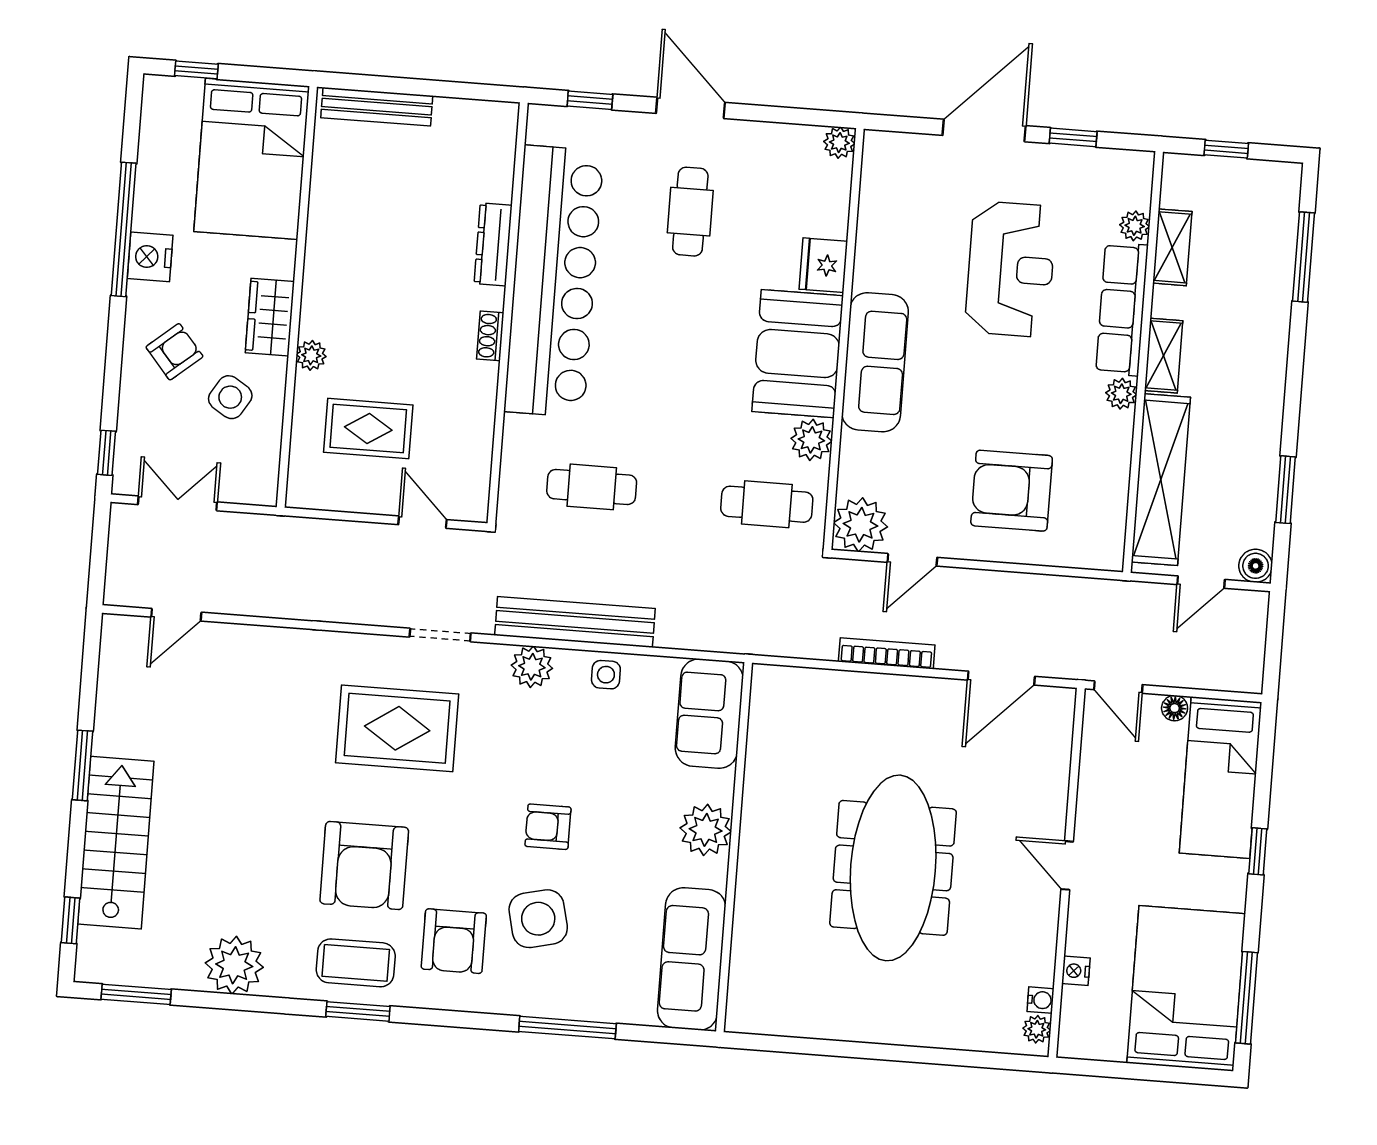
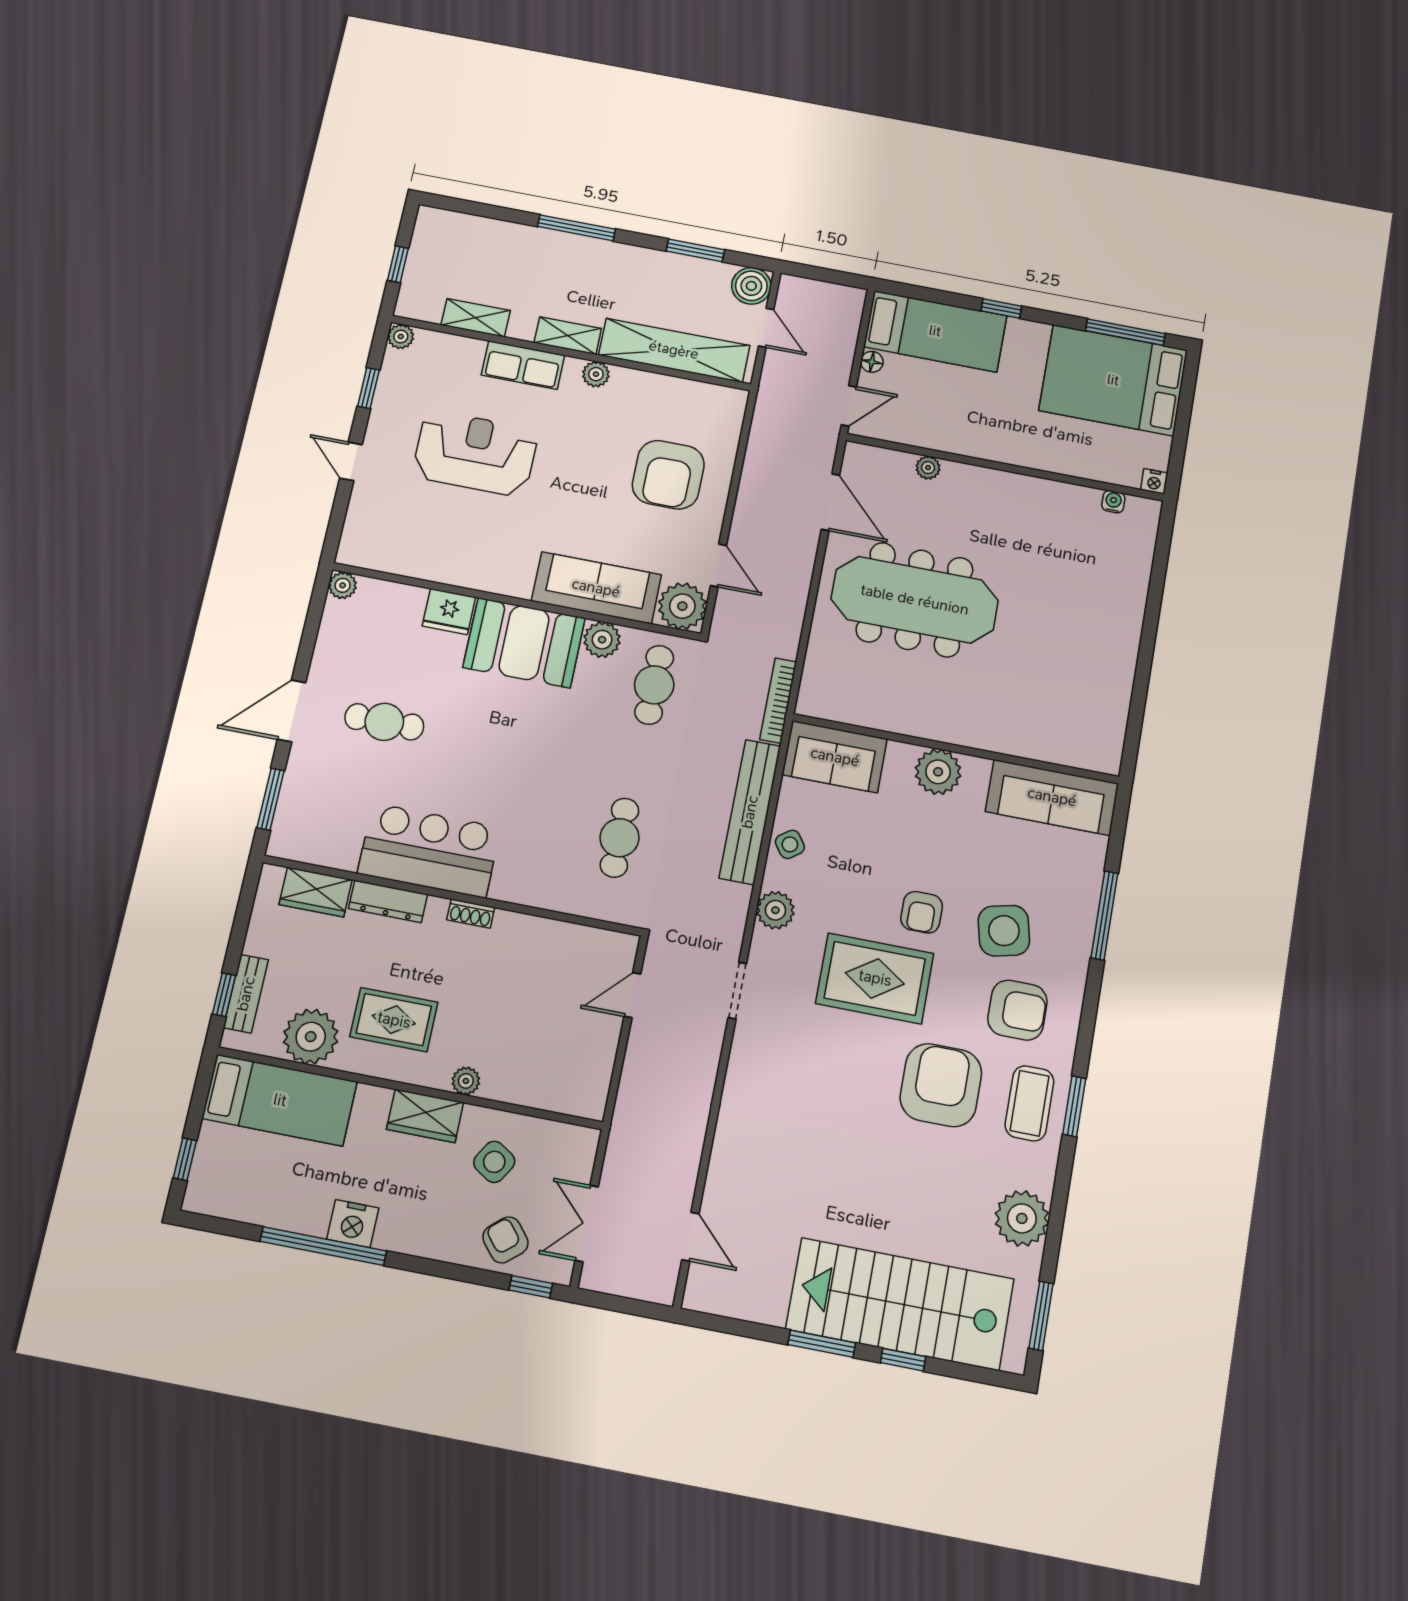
window: (373, 83) -> (224, 995), added
window: (590, 100) -> (271, 799), width x1.50
bench: (377, 107) -> (246, 994), width x0.73
door: (984, 131) -> (351, 461), width x0.53
bed: (252, 159) -> (280, 1100), width x0.67
wardrobe: (494, 165) -> (316, 892), added
plant: (339, 183) -> (311, 1037), added
plant: (1135, 226) -> (401, 336), moved
window: (1303, 257) -> (577, 228), moved
bar counter: (554, 281) -> (429, 850), width x0.54
row of seats: (1122, 309) -> (523, 365), width x0.68
armchair: (174, 352) -> (505, 1240), moved
sofa: (875, 362) -> (596, 588), moved
rug: (368, 429) -> (394, 1020), moved, turned 90
boiler: (1256, 566) -> (751, 286), width x1.36, depth x1.36
bench: (575, 622) -> (750, 812), moved
bookcase: (887, 653) -> (778, 701), moved
side table: (606, 675) -> (790, 844), turned -36
rug: (397, 728) -> (875, 978), moved, turned 90
stairs: (116, 843) -> (900, 1304), width x1.36, depth x1.51
door: (1067, 865) -> (999, 466), removed
armchair: (364, 866) -> (941, 1085), turned -90
meeting table: (893, 868) -> (915, 600), moved
window: (71, 920) -> (903, 1360), moved
nightstand: (1076, 971) -> (1154, 481), moved
plant: (1037, 1029) -> (928, 468), moved

